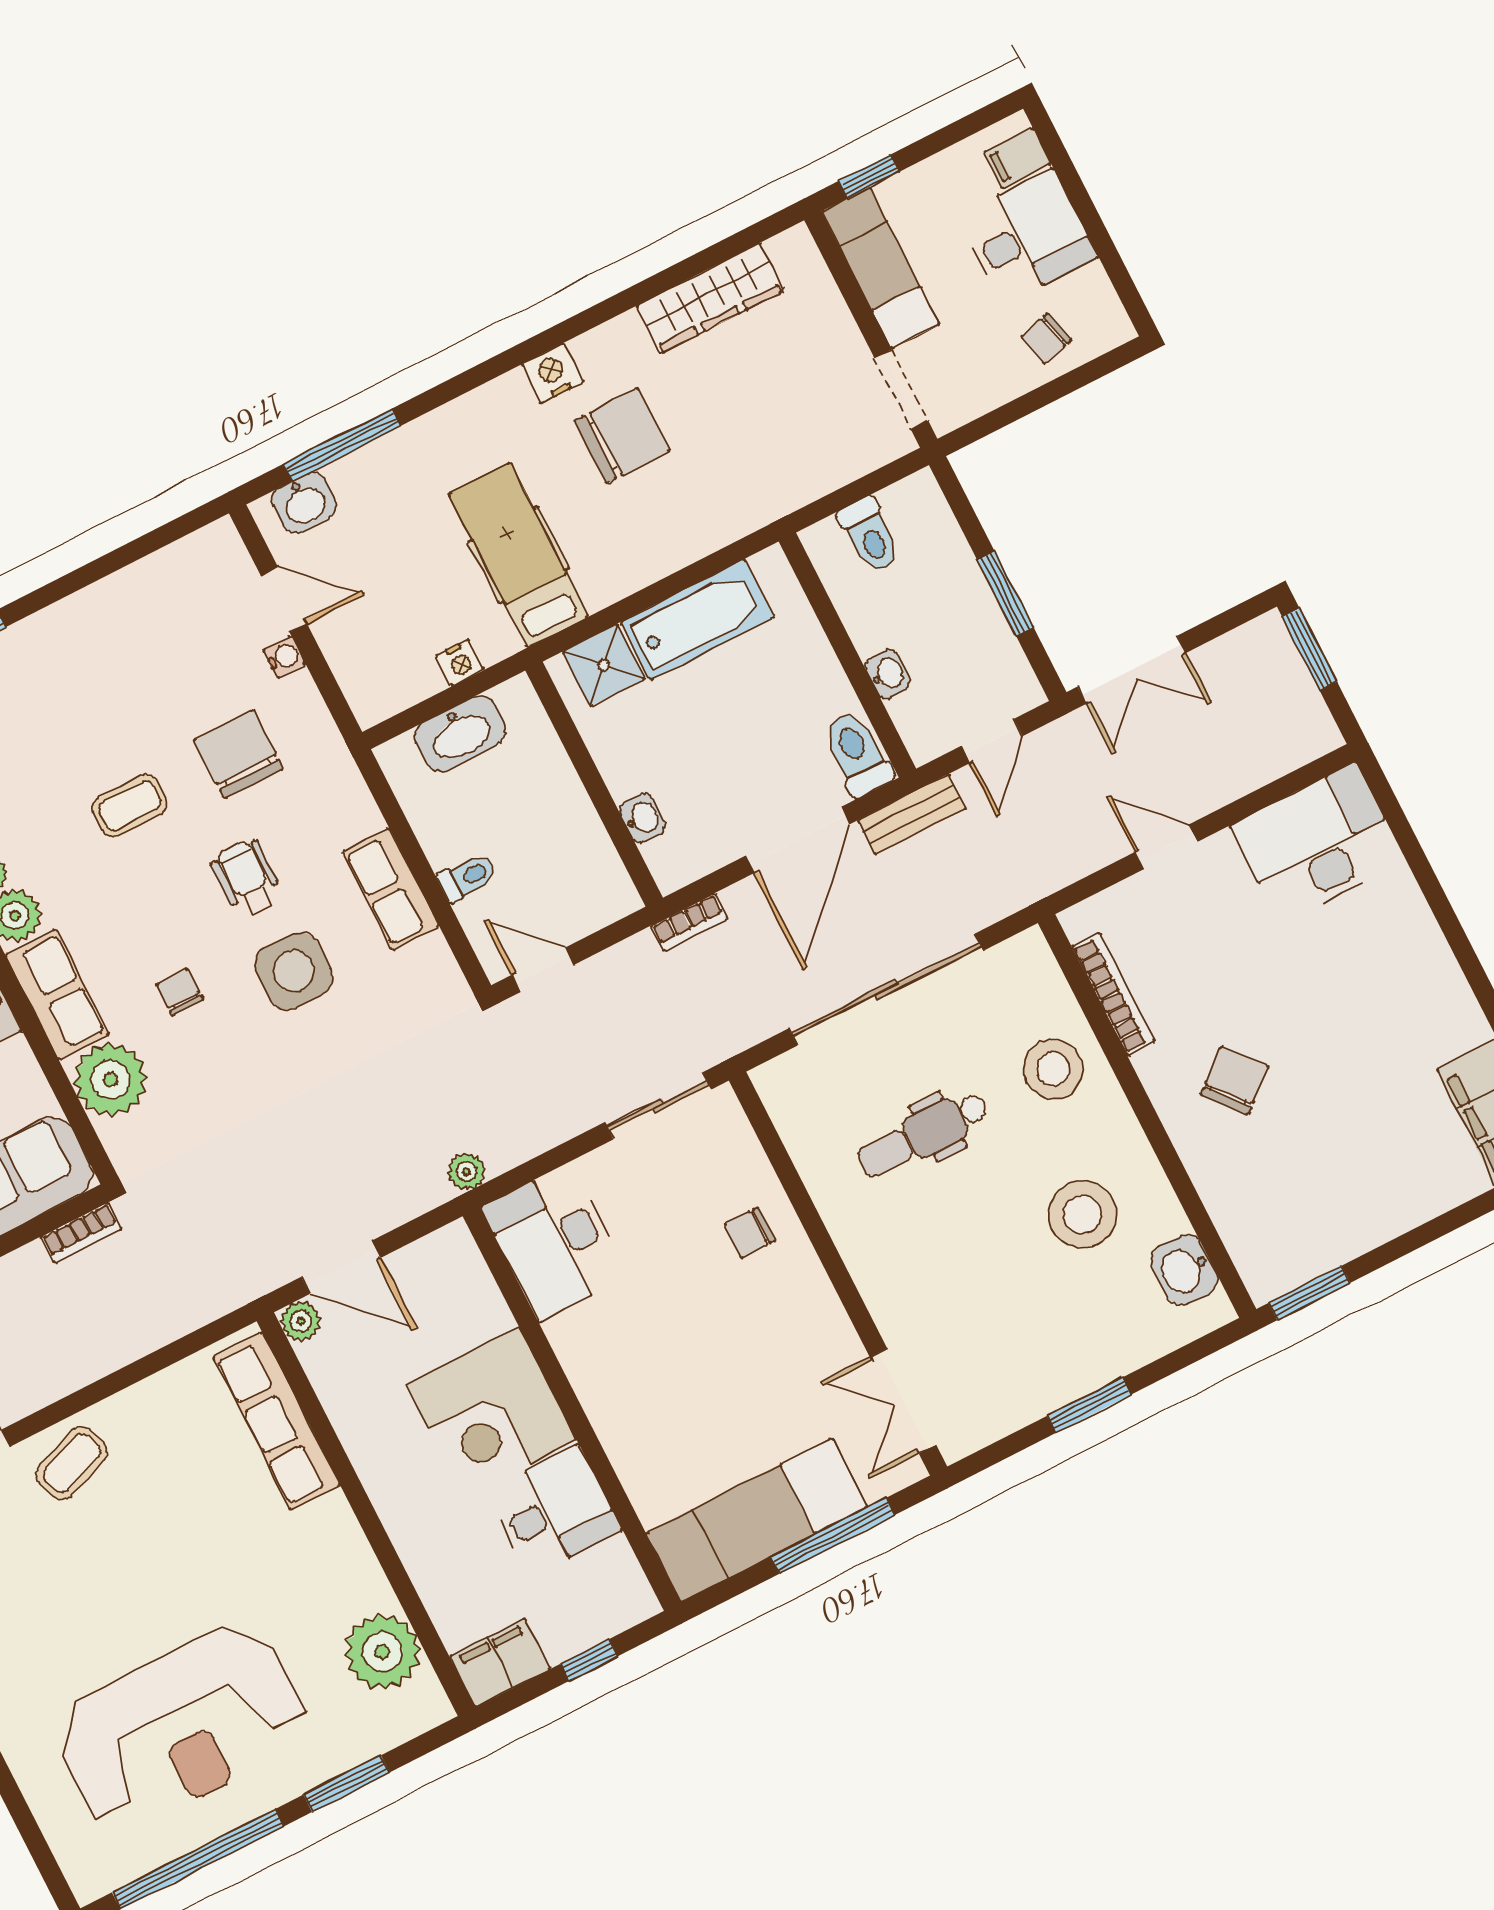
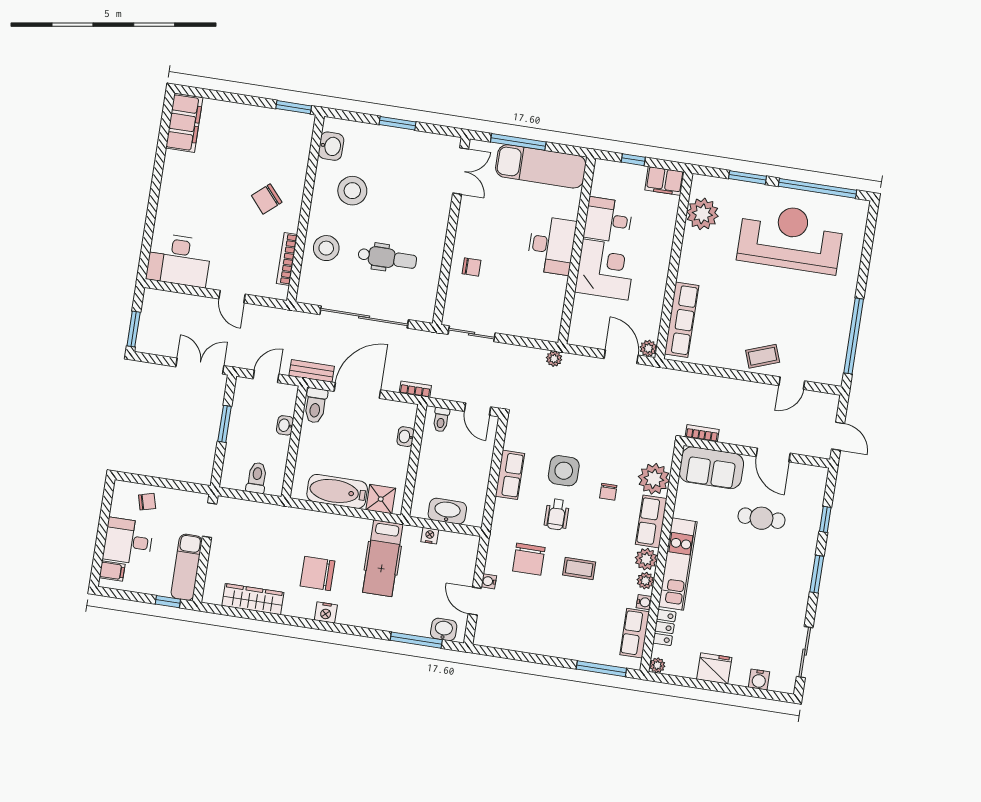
toilet: (468, 877) -> (441, 420), moved, turned -90
desk: (555, 1242) -> (551, 245), moved

